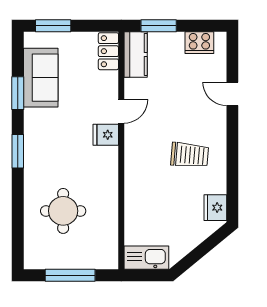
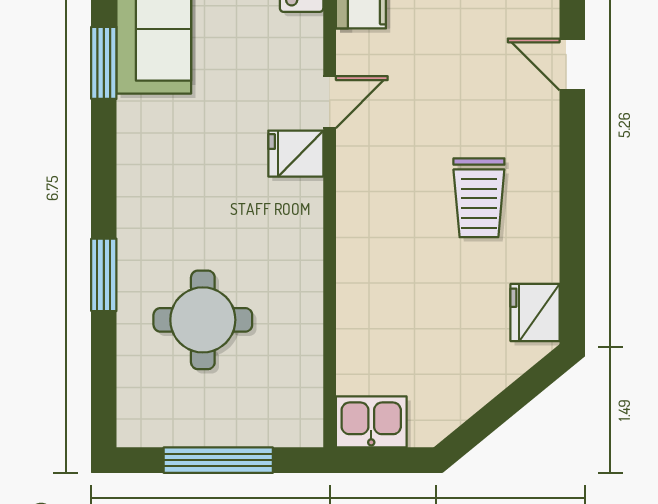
window: (18, 151) -> (104, 275), moved
trolley: (190, 155) -> (479, 198), turned 85
kitchen sink: (146, 258) -> (371, 422), width x0.73

